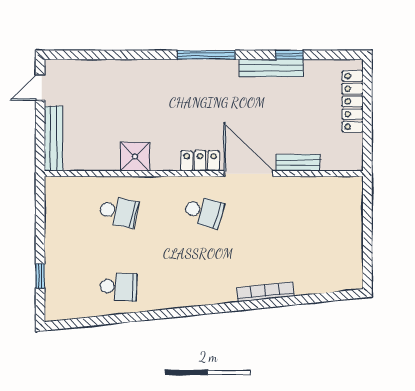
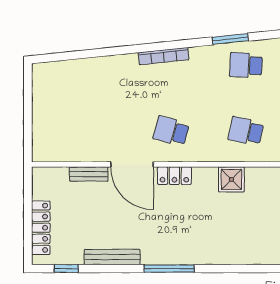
window: (289, 55) -> (66, 269), moved
bookcase: (265, 292) -> (164, 56), moved
window: (136, 317) -> (230, 39), added

